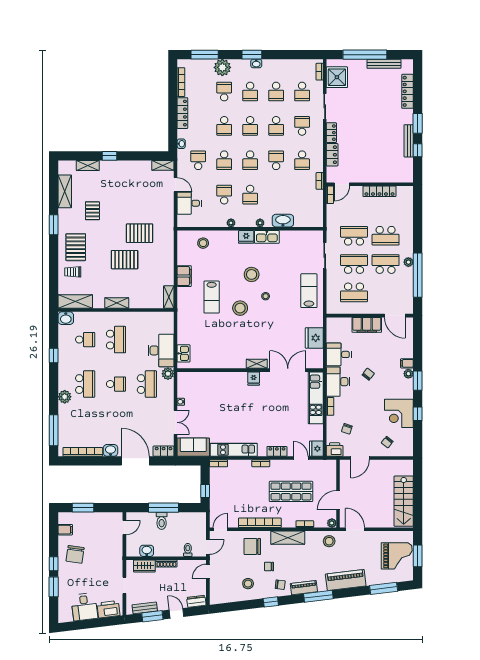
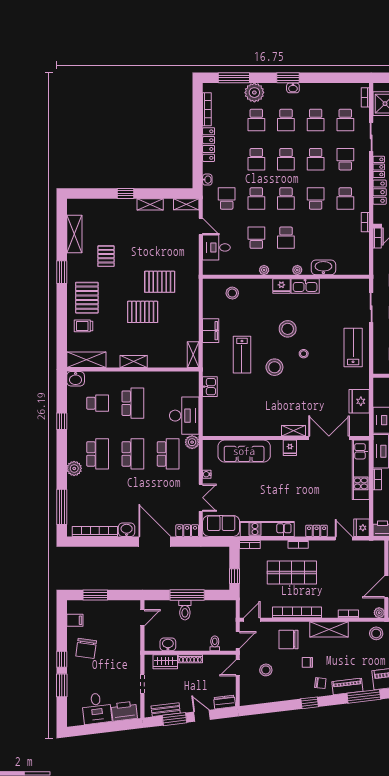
school desk: (224, 92) -> (256, 120), turned 180
shelving: (88, 165) -> (150, 204), moved
kitchen sink: (184, 353) -> (210, 387), moved
sofa: (213, 381) -> (244, 451), added
school desk: (116, 384) -> (133, 454), width x1.85
shop shelf: (291, 491) -> (292, 572), moved
stool: (248, 584) -> (266, 670), moved

